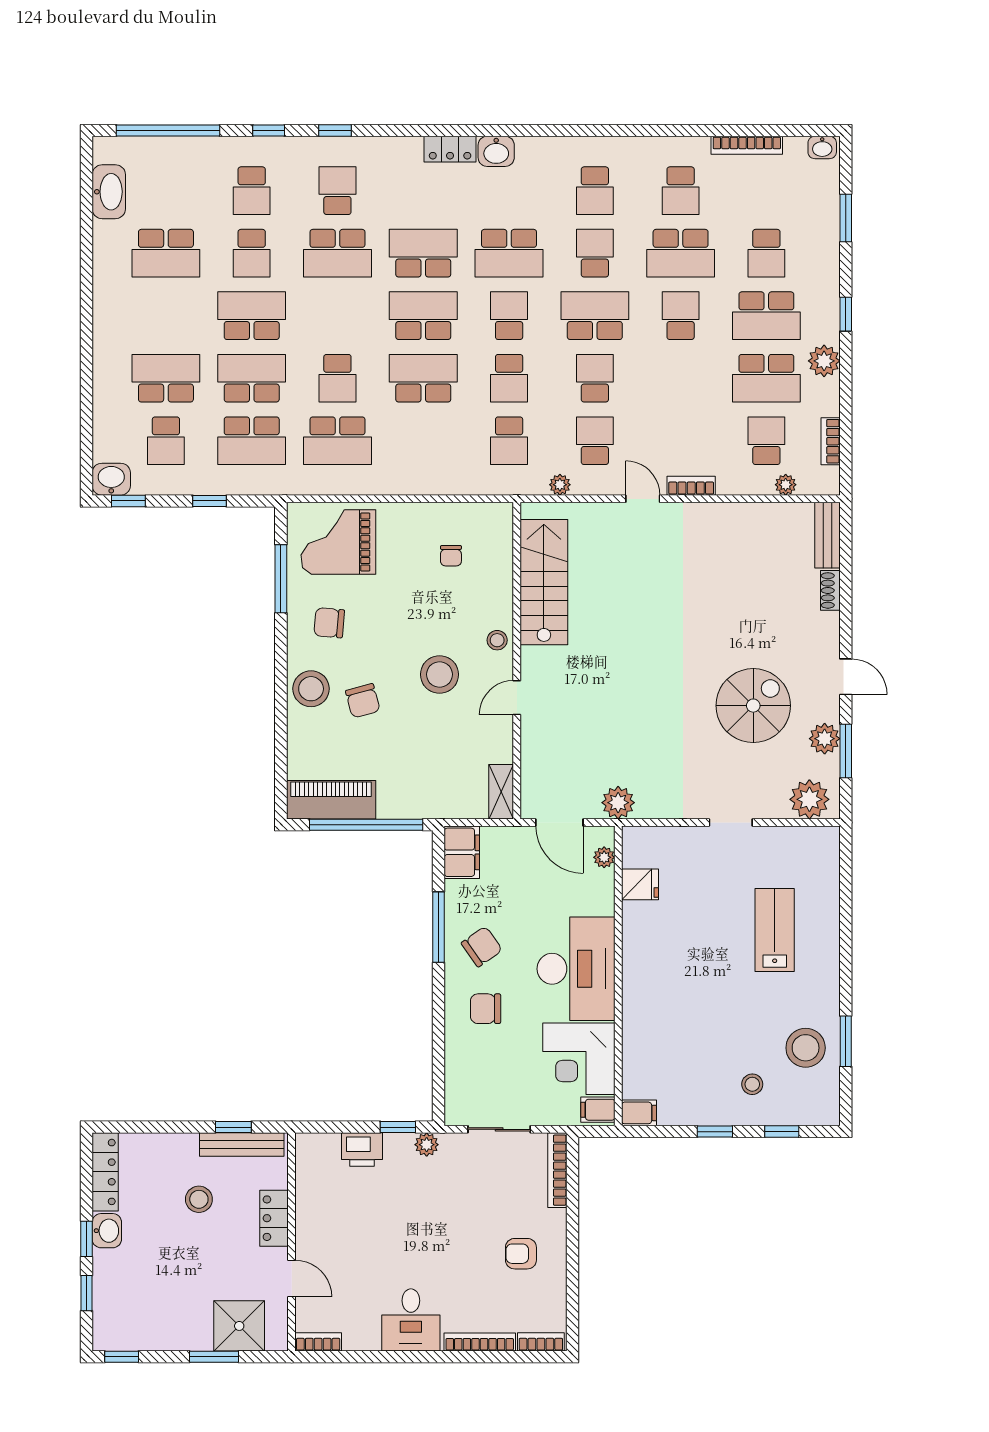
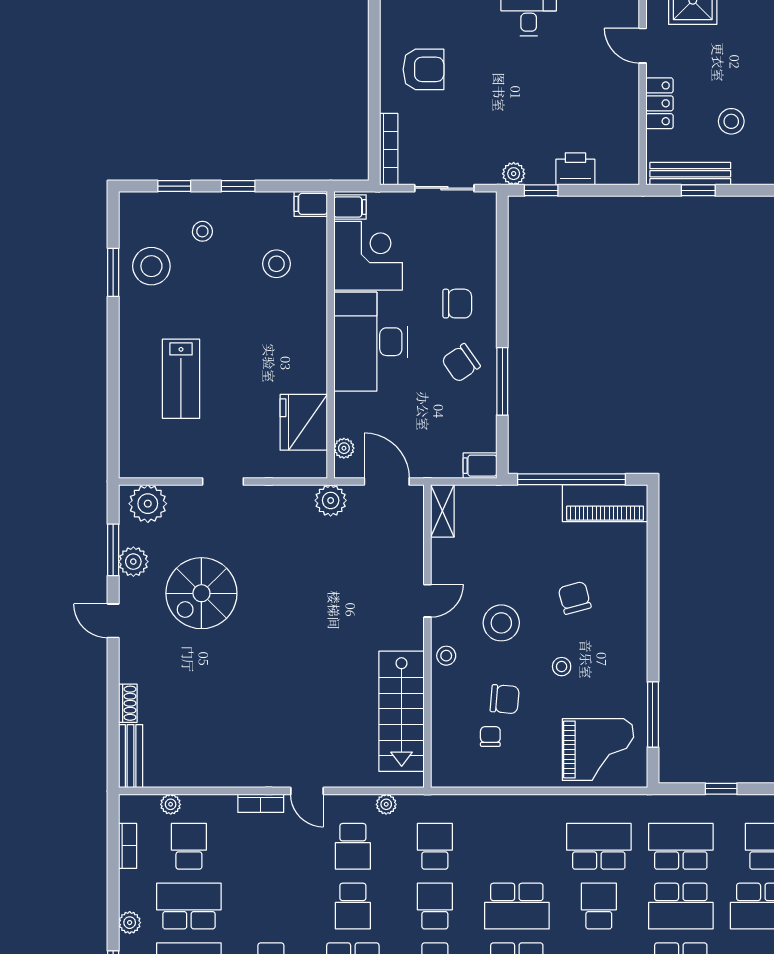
plant: (824, 361) -> (130, 923), width x0.73, depth x0.73
school desk: (766, 441) -> (189, 846), turned 180
chair: (329, 623) -> (505, 699), moved
stool: (311, 689) -> (562, 667), moved, width x0.53, depth x0.53
filing cabinet: (462, 852) -> (480, 466), width x0.50
fridge: (640, 884) -> (304, 422), width x1.88, depth x1.34
stool: (675, 1050) -> (276, 264), added
armchair: (521, 1254) -> (423, 69), width x1.38, depth x1.38

